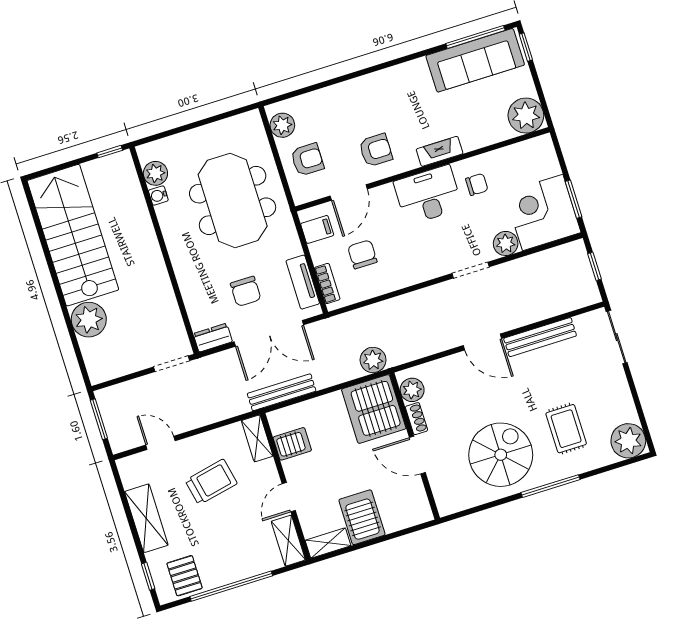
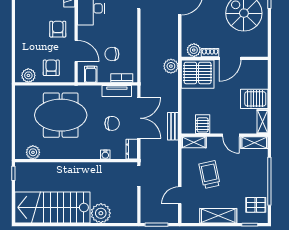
water cooler: (158, 196) -> (105, 154), moved
bench: (282, 392) -> (173, 126), width x0.73

